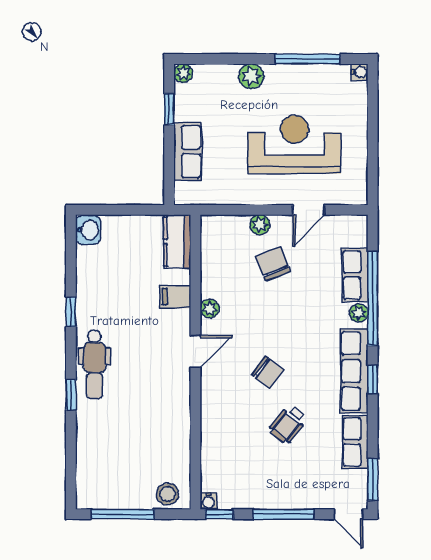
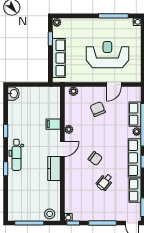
plant: (251, 76) -> (88, 24), removed
row of seats: (188, 152) -> (59, 58), width x1.48
plant: (260, 225) -> (73, 91), moved
kitchen counter: (177, 242) -> (54, 169), moved

